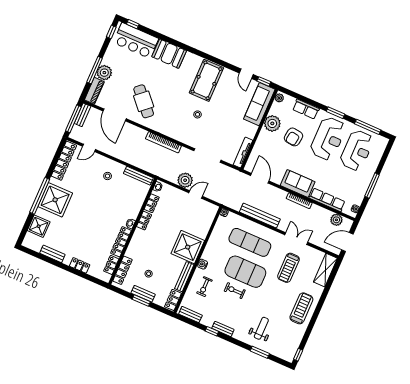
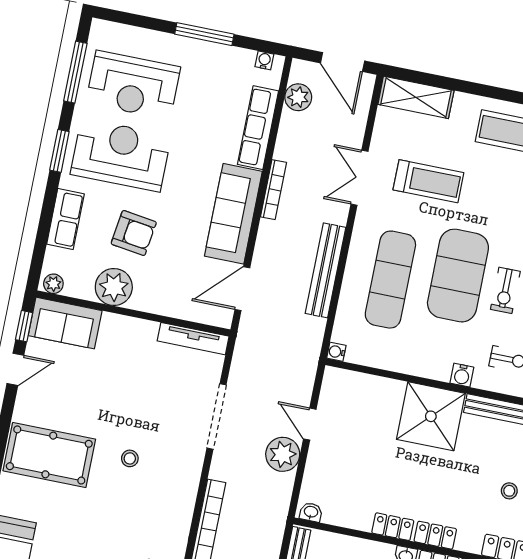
sofa: (259, 104) -> (65, 323), width x0.73
reception desk: (357, 150) -> (133, 85), turned 180
sofa: (298, 184) -> (233, 214), width x1.36
locker: (152, 203) -> (435, 535), moved

